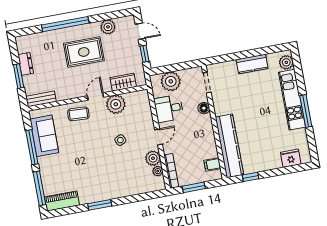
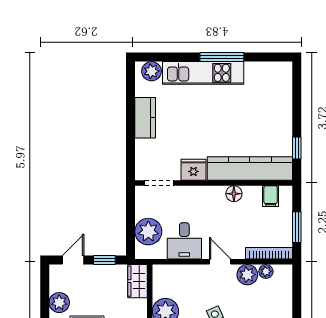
wardrobe: (123, 82) -> (137, 281), moved
floor lamp: (204, 108) -> (234, 194), moved
fridge: (291, 158) -> (193, 170), moved, turned 90

